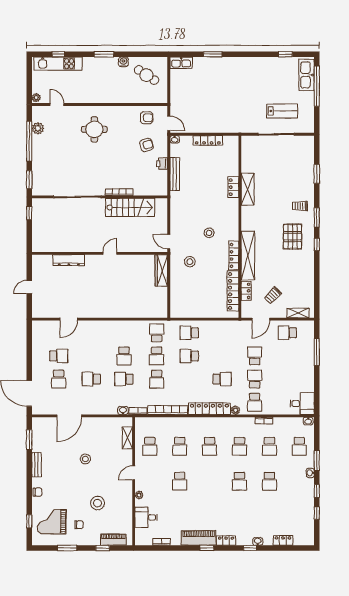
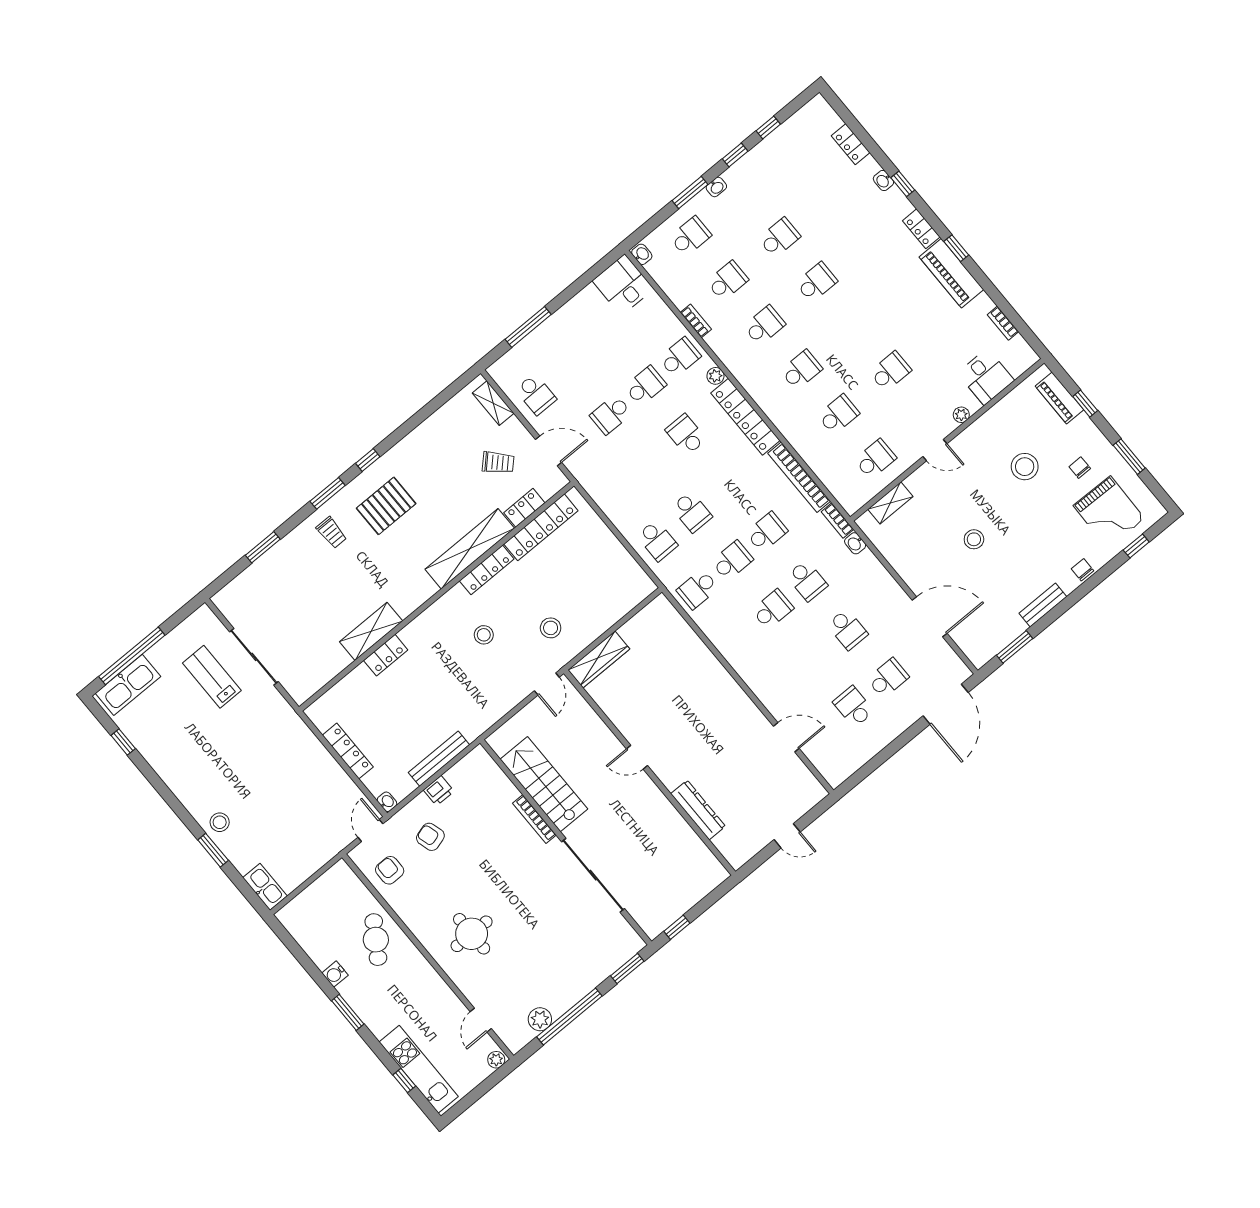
stool: (222, 66) -> (220, 822), added
cafe table: (146, 75) -> (376, 940), moved
school desk: (255, 379) -> (645, 386), turned 180

